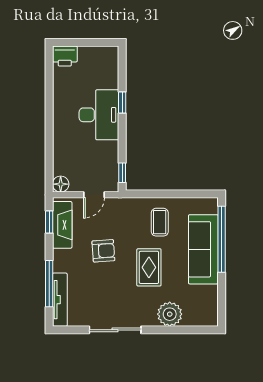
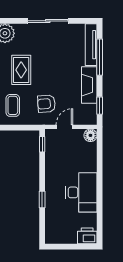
desk: (99, 115) -> (81, 192), moved, turned 180
fireplace: (62, 225) -> (89, 85), moved
armchair: (103, 251) -> (46, 104), moved

